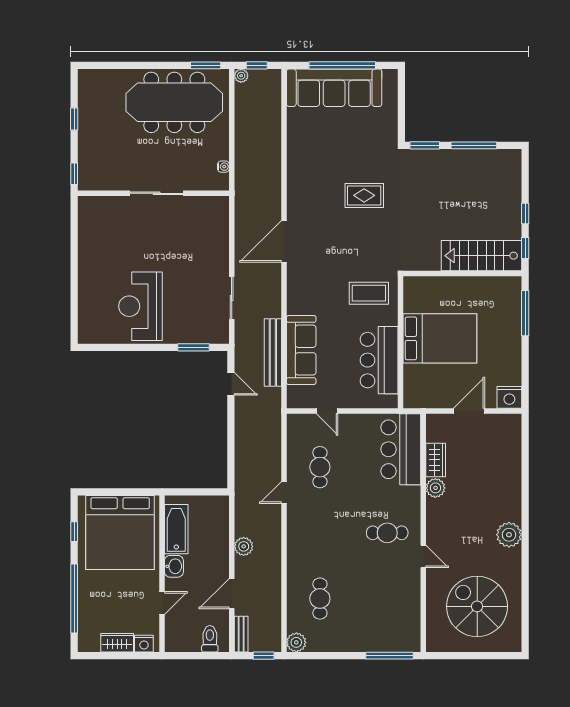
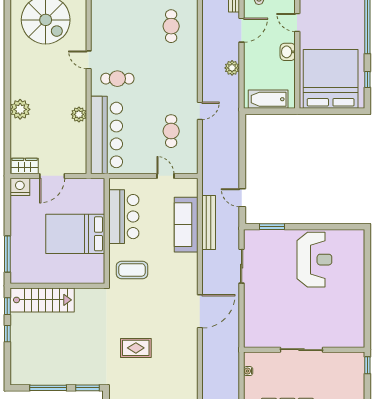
bar counter: (401, 449) -> (107, 135), width x1.36
wardrobe: (436, 460) -> (25, 166), moved, turned 90
bathtub: (176, 529) -> (268, 99), moved, turned 90
plant: (509, 535) -> (20, 109), moved
door: (162, 603) -> (297, 23), hinge flipped

